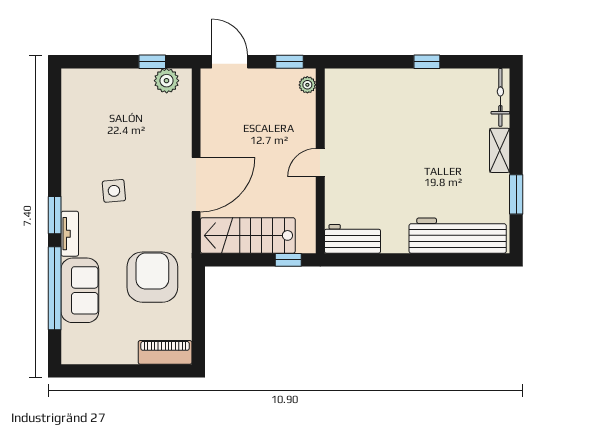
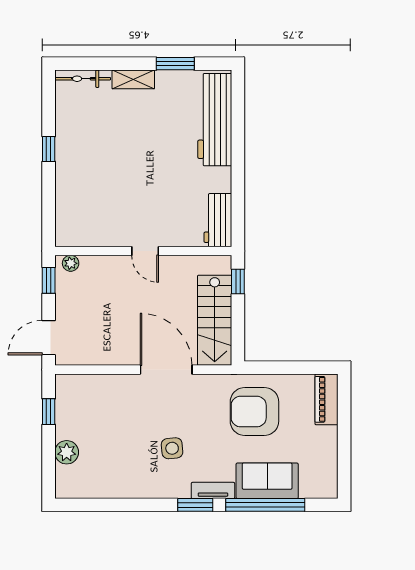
plant: (167, 81) -> (67, 452), moved

